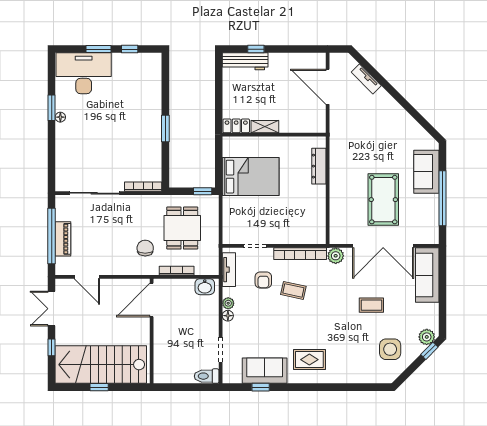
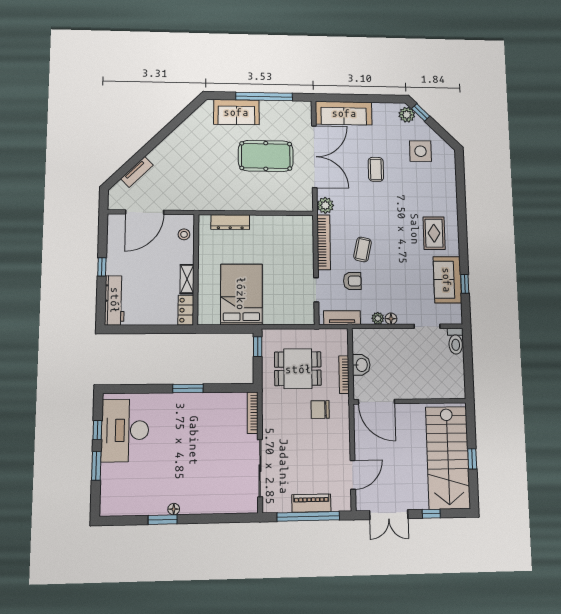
window: (256, 49) -> (102, 267), moved
desk: (84, 73) -> (125, 430), moved
stool: (307, 123) -> (184, 234), added
washbasin: (205, 287) -> (361, 365), moved

